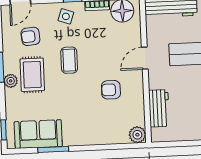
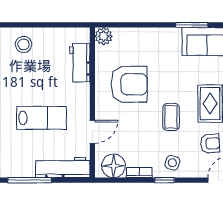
door: (145, 58) -> (92, 132), moved
armchair: (111, 90) -> (129, 84), width x1.88, depth x1.88

